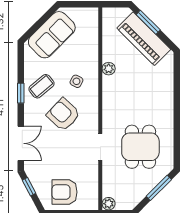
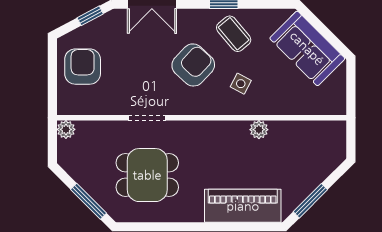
window: (148, 22) -> (310, 201), moved
piano: (144, 39) -> (243, 206), moved, turned 45

